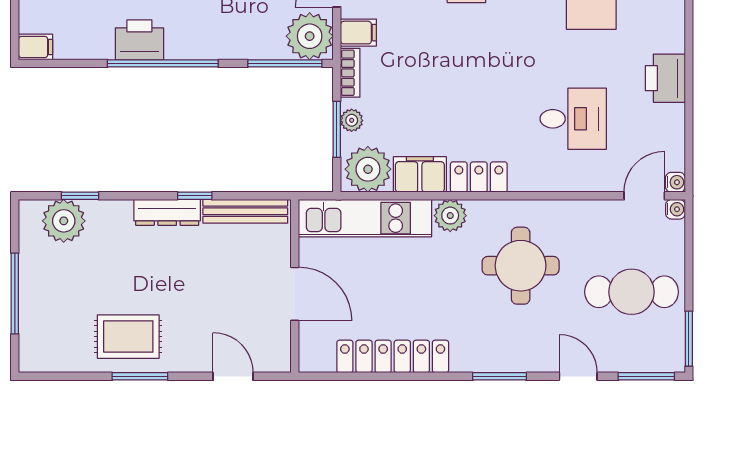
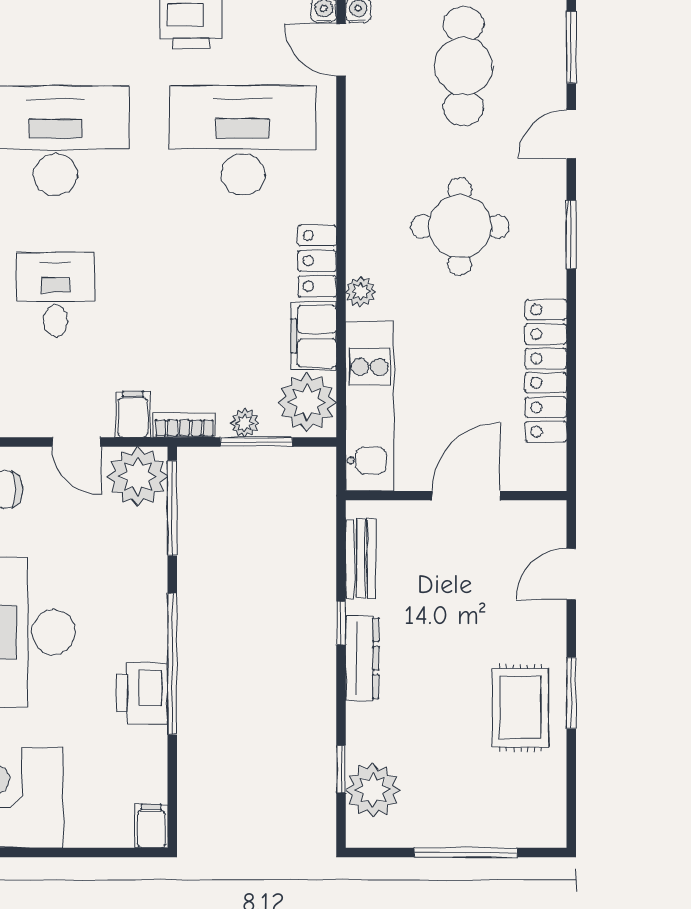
desk: (573, 119) -> (243, 141), width x1.87, depth x1.30
bench: (245, 211) -> (361, 559), width x0.73
plant: (450, 216) -> (361, 292), width x0.73, depth x0.73
round table: (521, 266) -> (460, 226), moved

